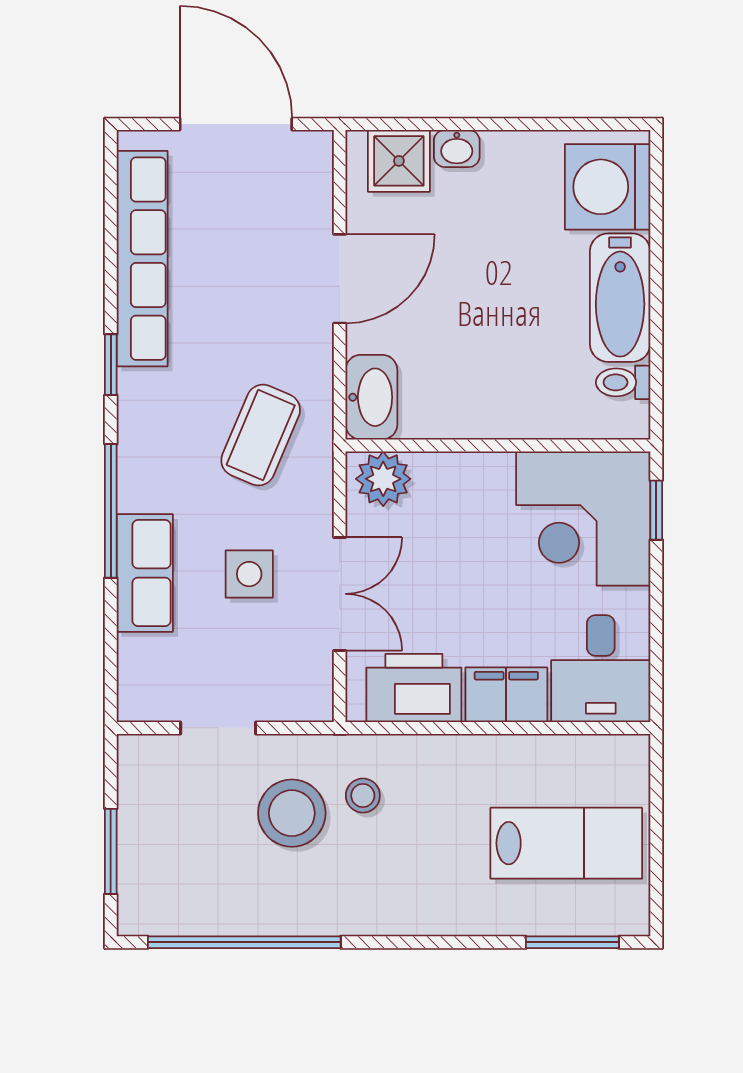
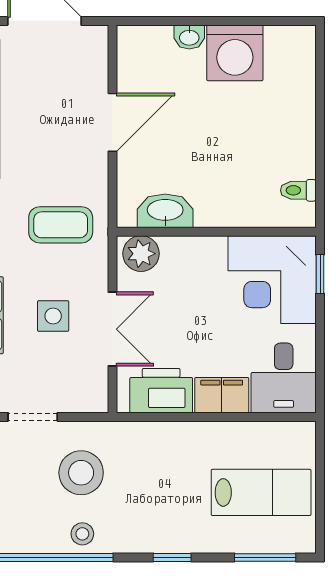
shower: (399, 161) -> (151, 45), removed
washing machine: (608, 187) -> (235, 53), moved, turned -90
bathtub: (620, 298) -> (296, 135), removed
washbasin: (371, 397) -> (165, 211), moved, turned -90
coffee table: (261, 435) -> (61, 225), turned 67
stool: (363, 796) -> (82, 534), moved
window: (431, 942) -> (172, 557), added

